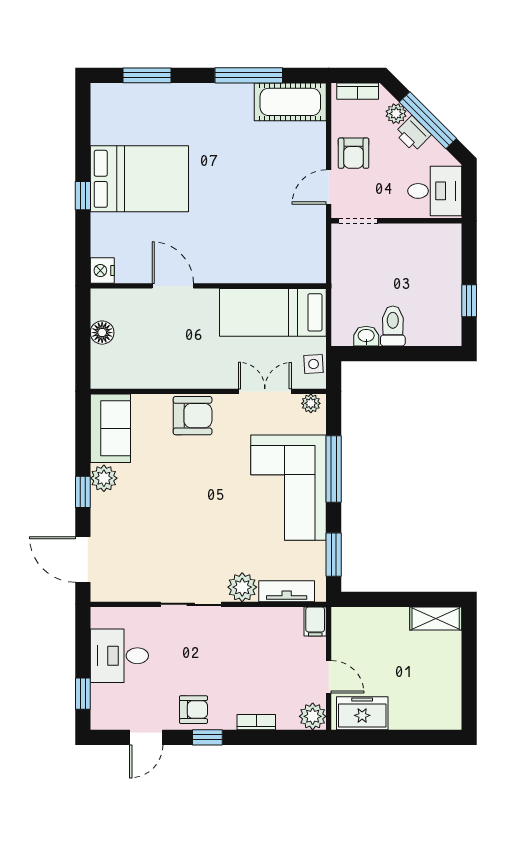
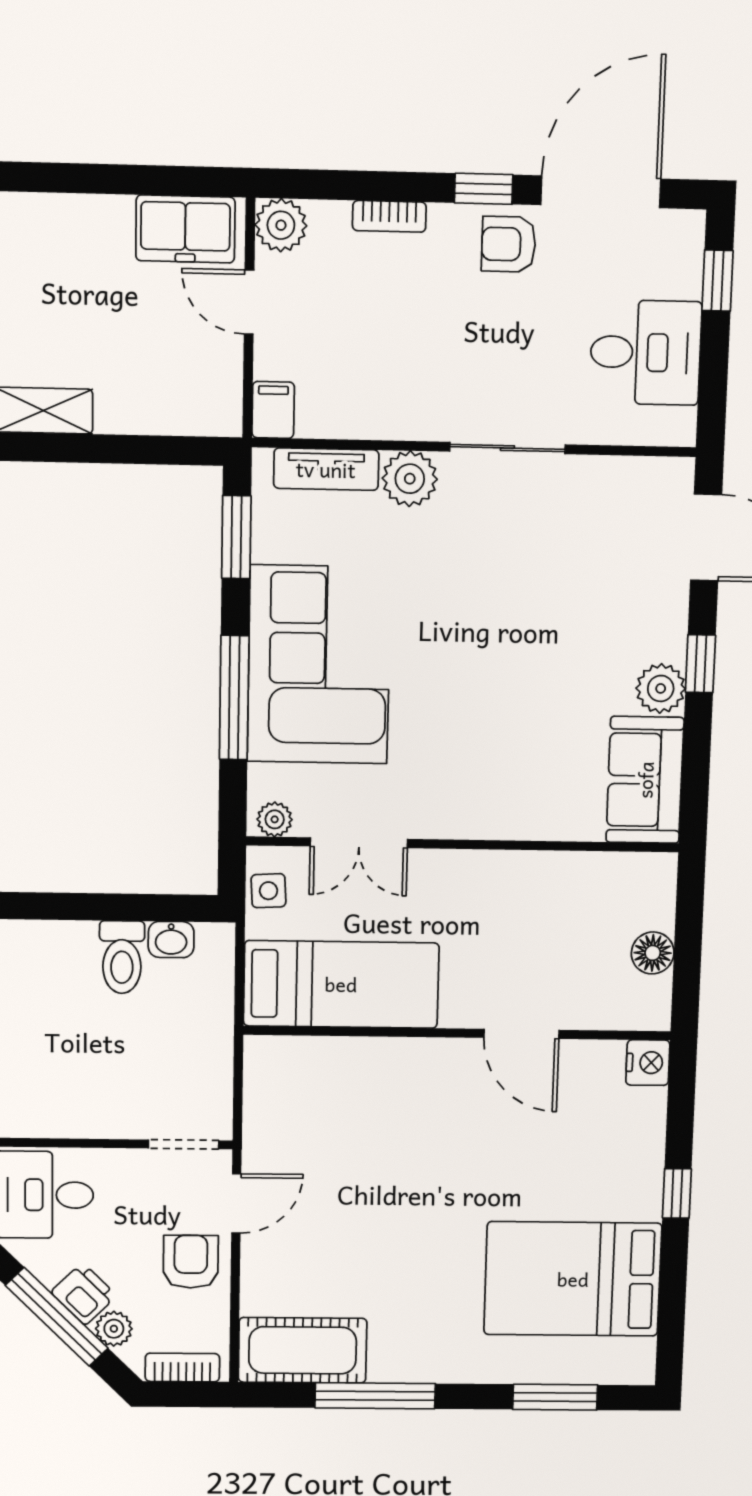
bed: (139, 179) -> (573, 1279), moved
armchair: (193, 416) -> (493, 801), removed
door: (146, 737) -> (601, 192), width x1.87

